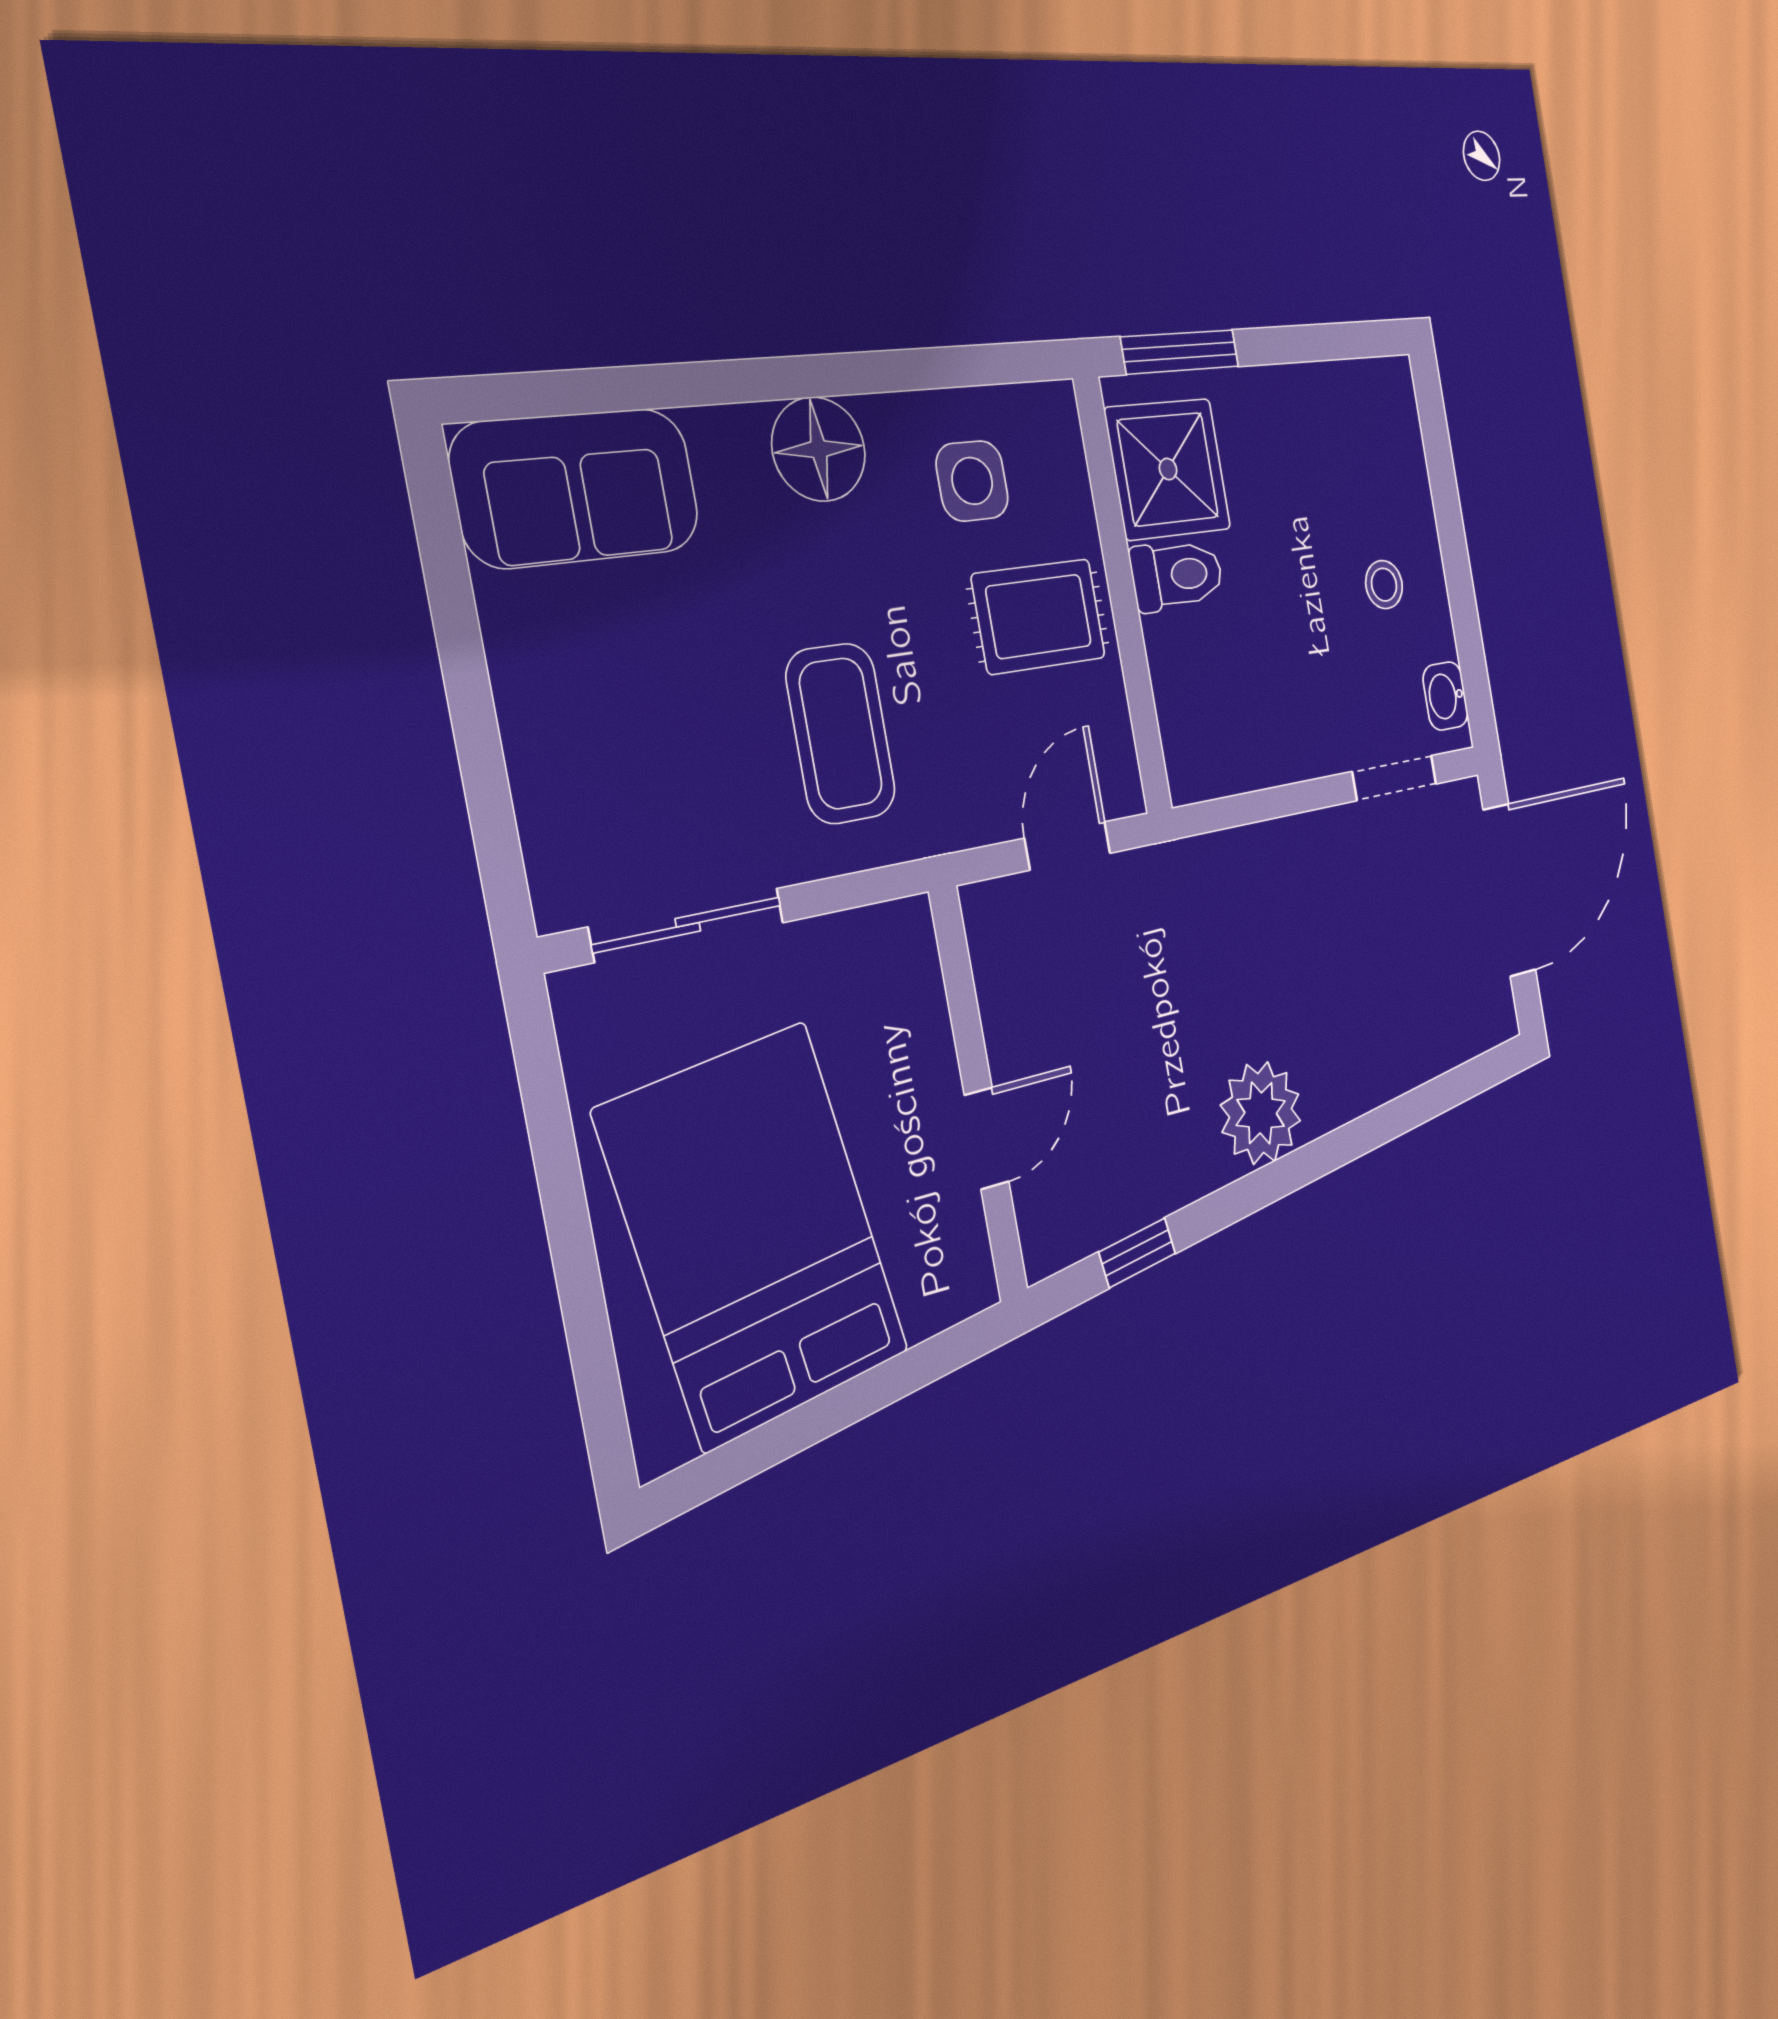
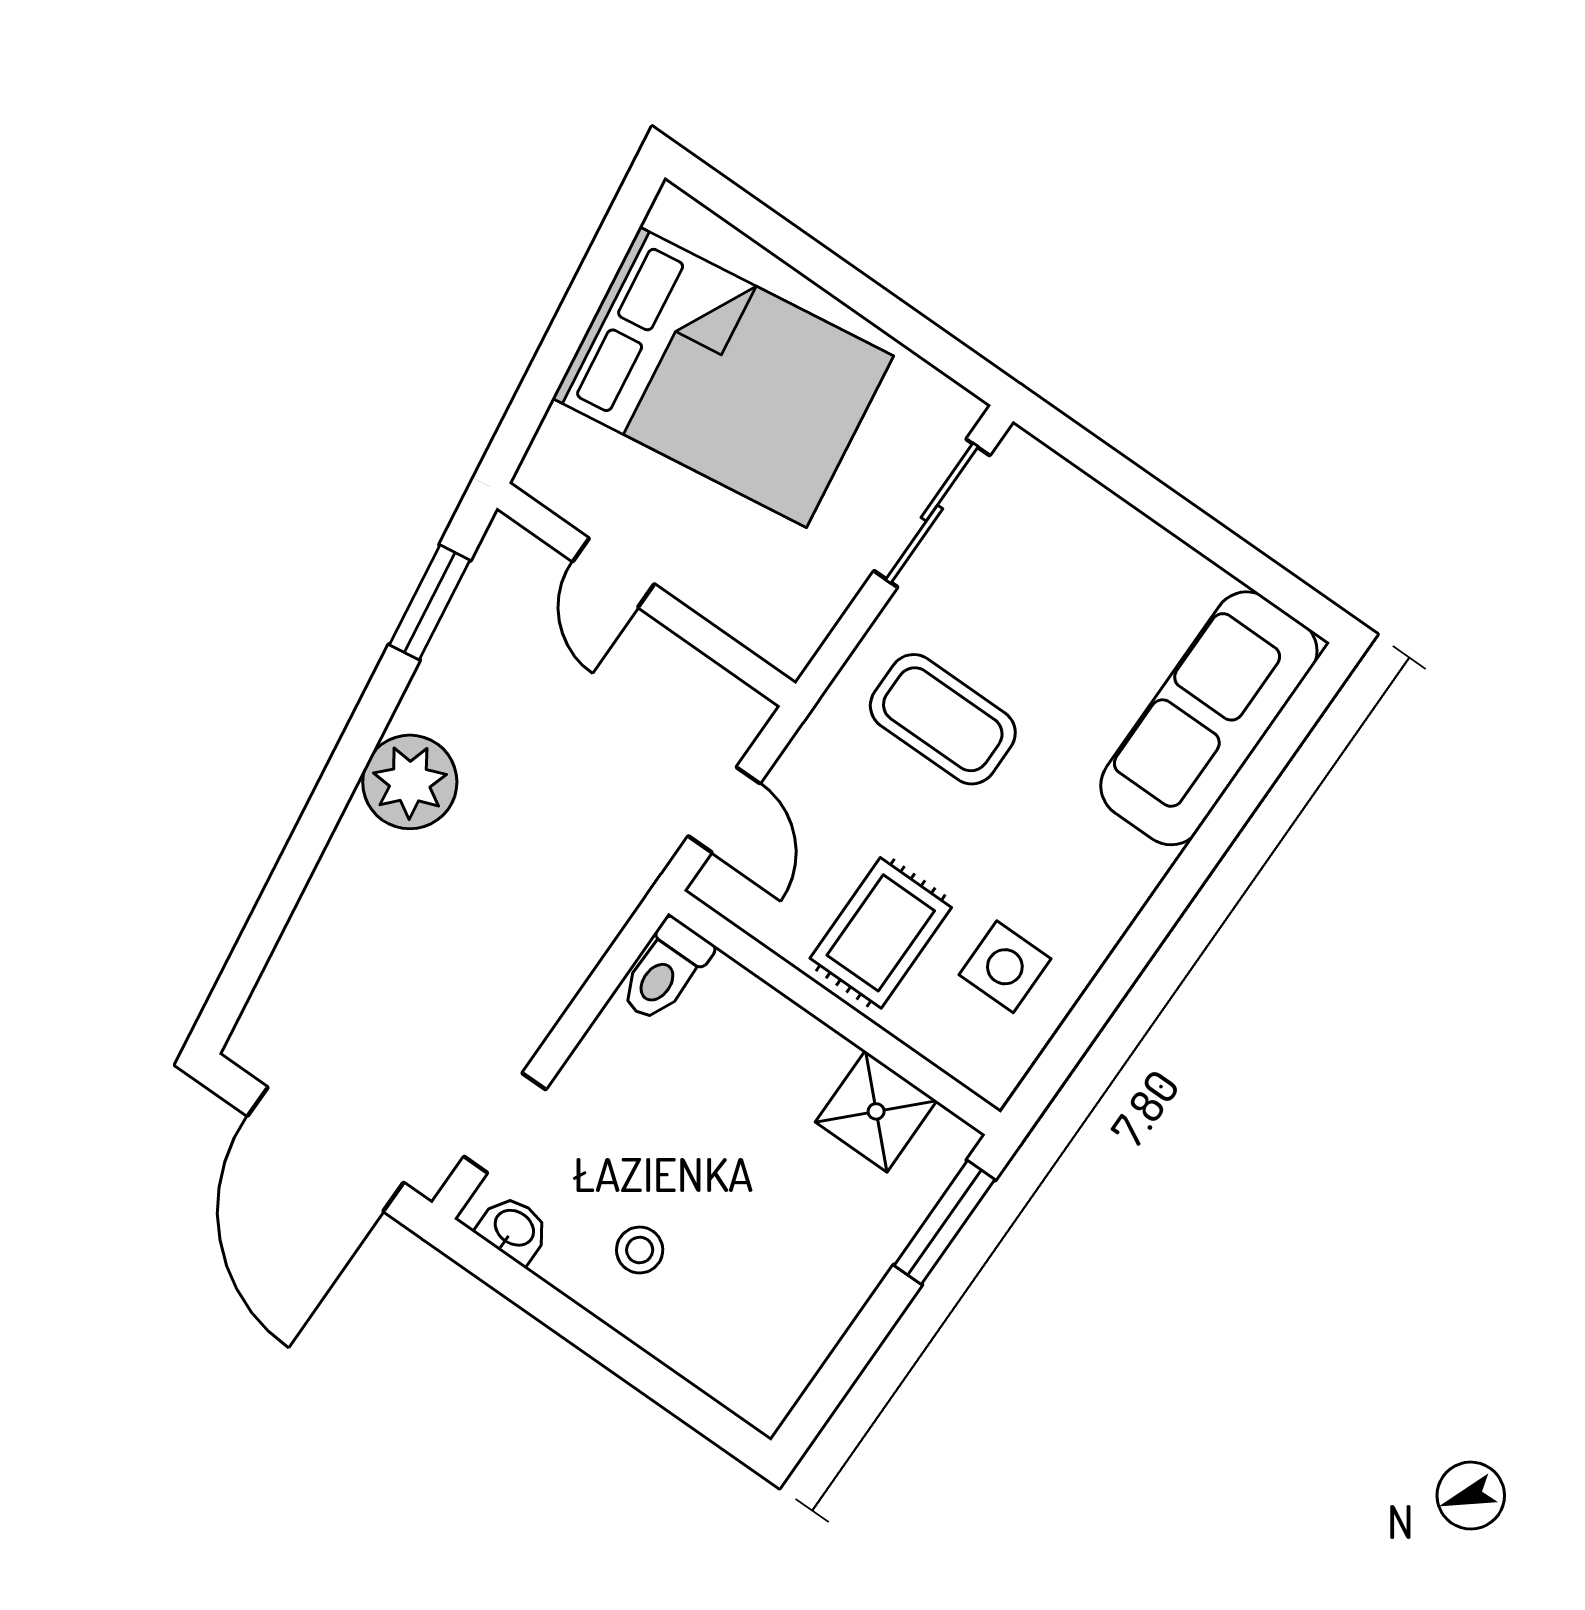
floor lamp: (819, 449) -> (1117, 873), removed
shower: (1168, 469) -> (876, 1111), width x0.73, depth x0.73
sofa: (577, 488) -> (1209, 718), width x1.36
toilet: (1177, 575) -> (665, 971), moved
window: (1137, 1253) -> (430, 602), width x1.50

